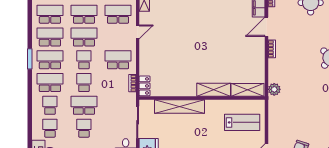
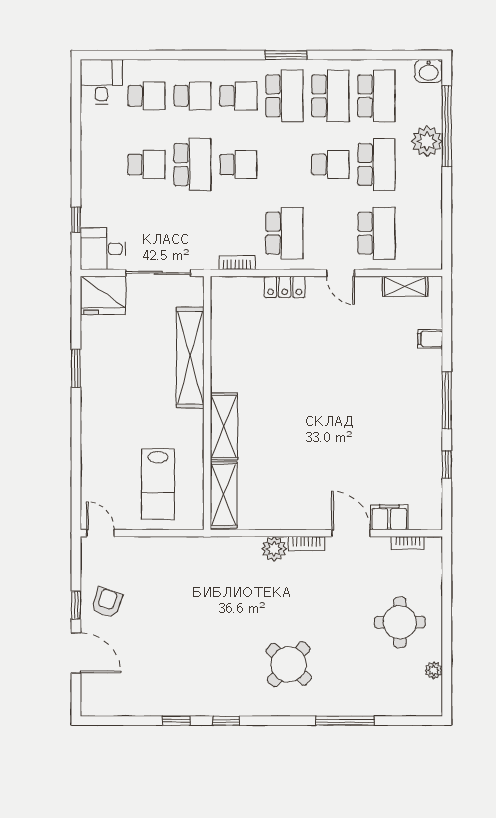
school desk: (84, 37) -> (330, 165), width x0.54
school desk: (84, 60) -> (284, 165), removed
school desk: (50, 83) -> (238, 96), width x0.54
locker: (145, 86) -> (285, 287), moved
plant: (274, 89) -> (274, 549), moved

